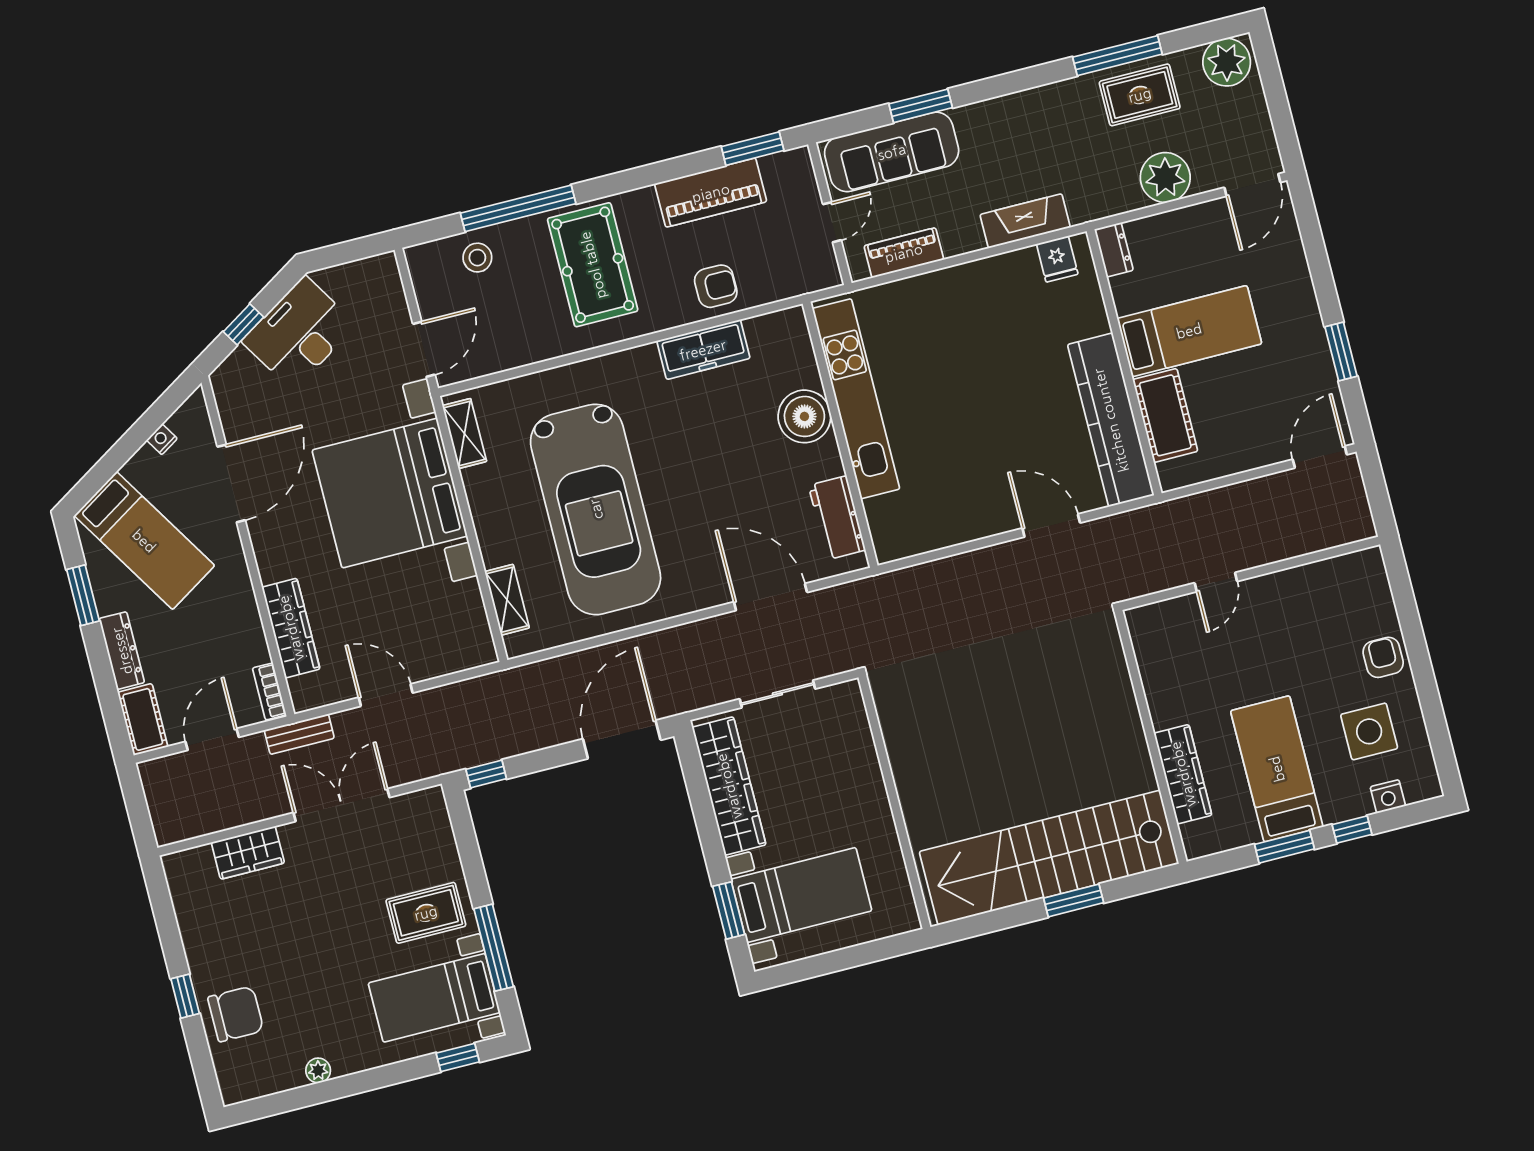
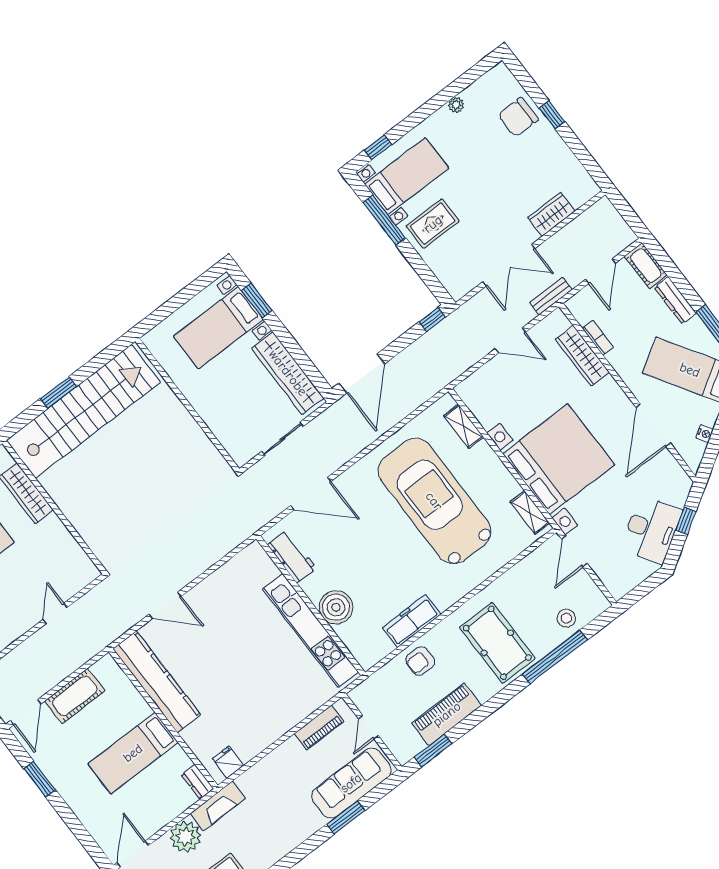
fireplace: (1025, 221) -> (218, 806), moved
cot: (1165, 415) -> (75, 696), moved, turned 90
bookcase: (269, 691) -> (598, 338), moved

